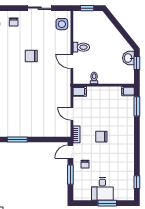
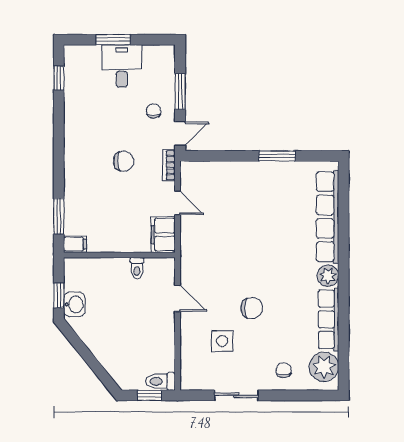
side table: (62, 24) -> (222, 341), moved
toilet: (81, 47) -> (160, 381), moved
filing cabinet: (80, 91) -> (163, 235), width x2.00

